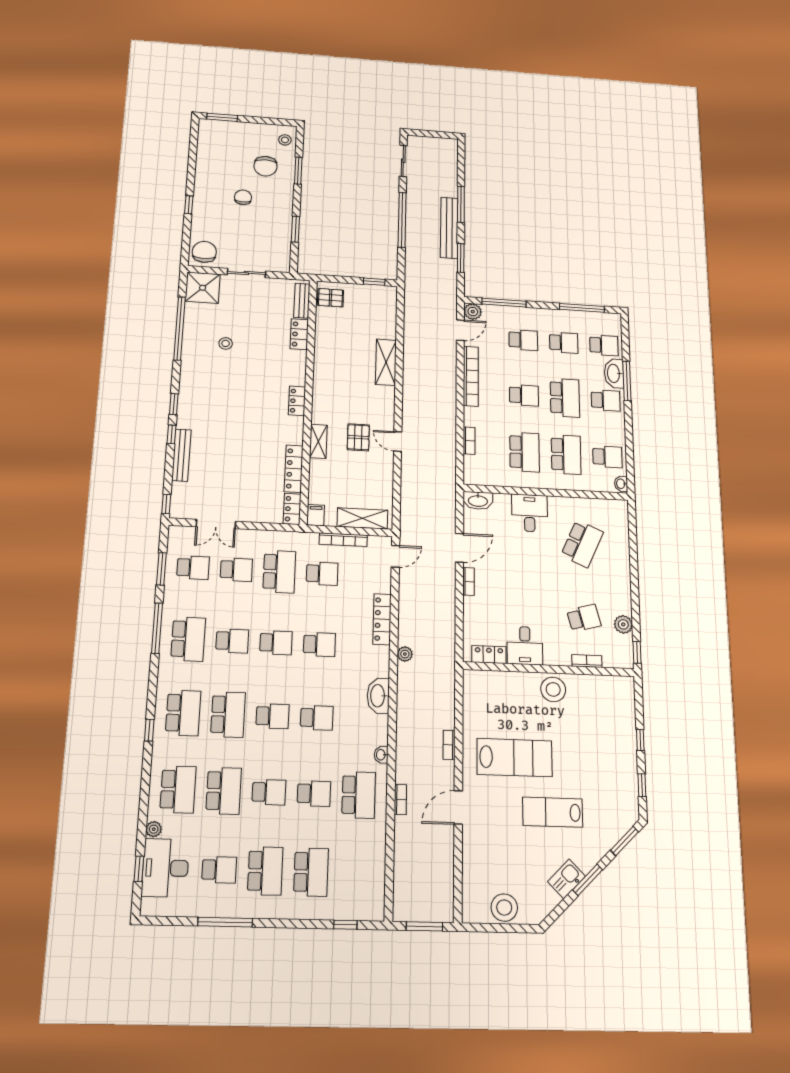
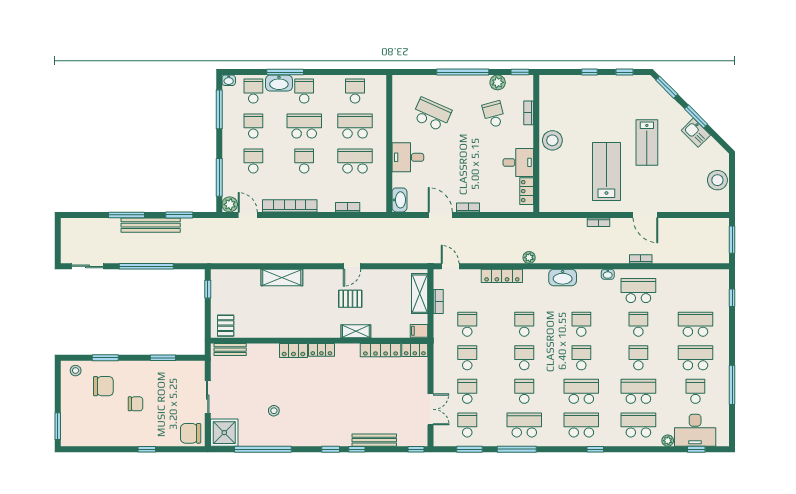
chair: (243, 197) -> (136, 404), turned 180
locker: (299, 334) -> (293, 351), moved
washbasin: (621, 484) -> (229, 80), moved
bookcase: (343, 540) -> (438, 302), width x0.64
school desk: (279, 572) -> (467, 358), width x0.54
window: (634, 583) -> (463, 72), added

